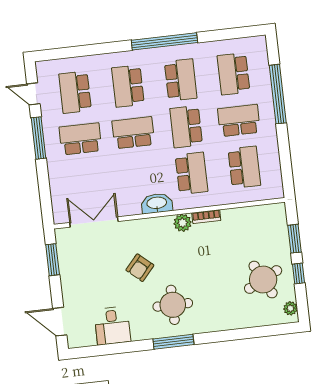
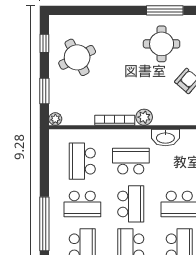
school desk: (192, 173) -> (131, 161), turned 90
bookcase: (206, 217) -> (115, 120), width x1.56
window: (298, 273) -> (44, 43), moved
plant: (290, 308) -> (55, 119), moved

